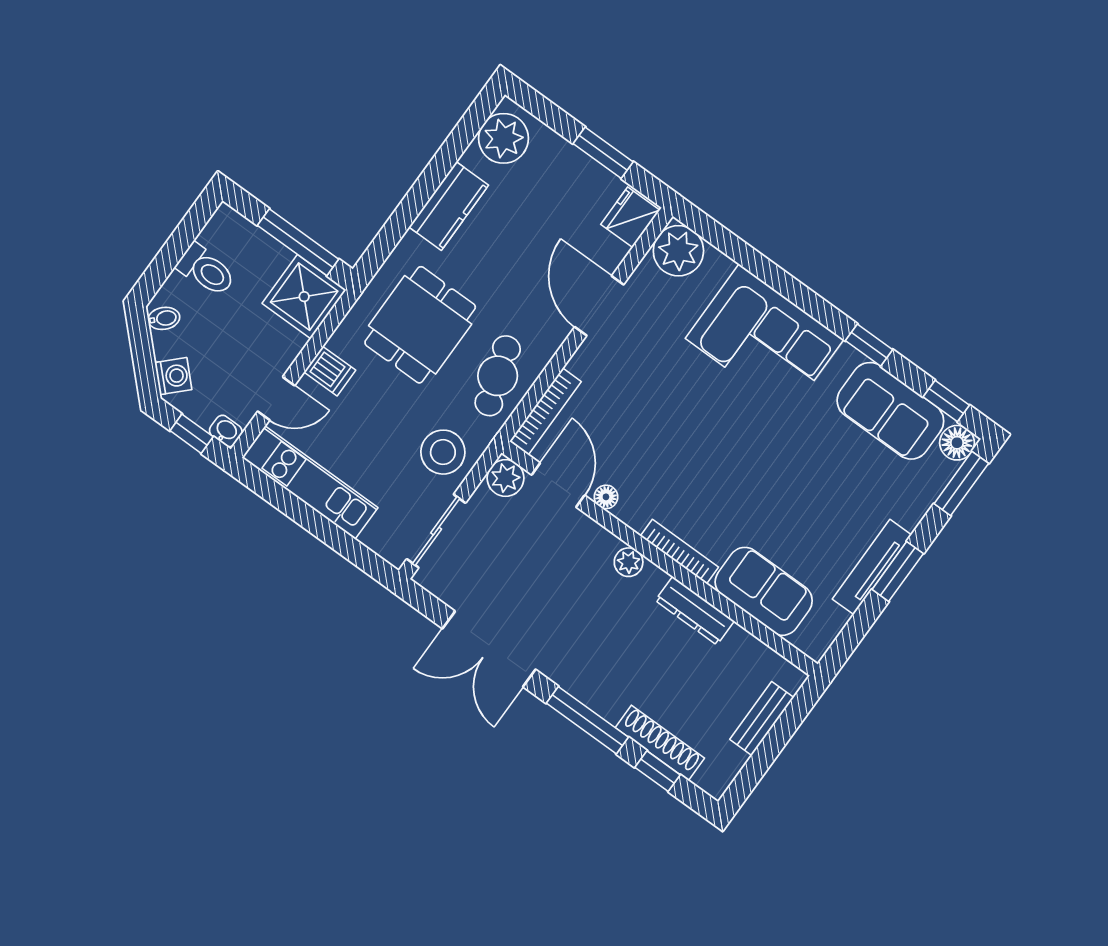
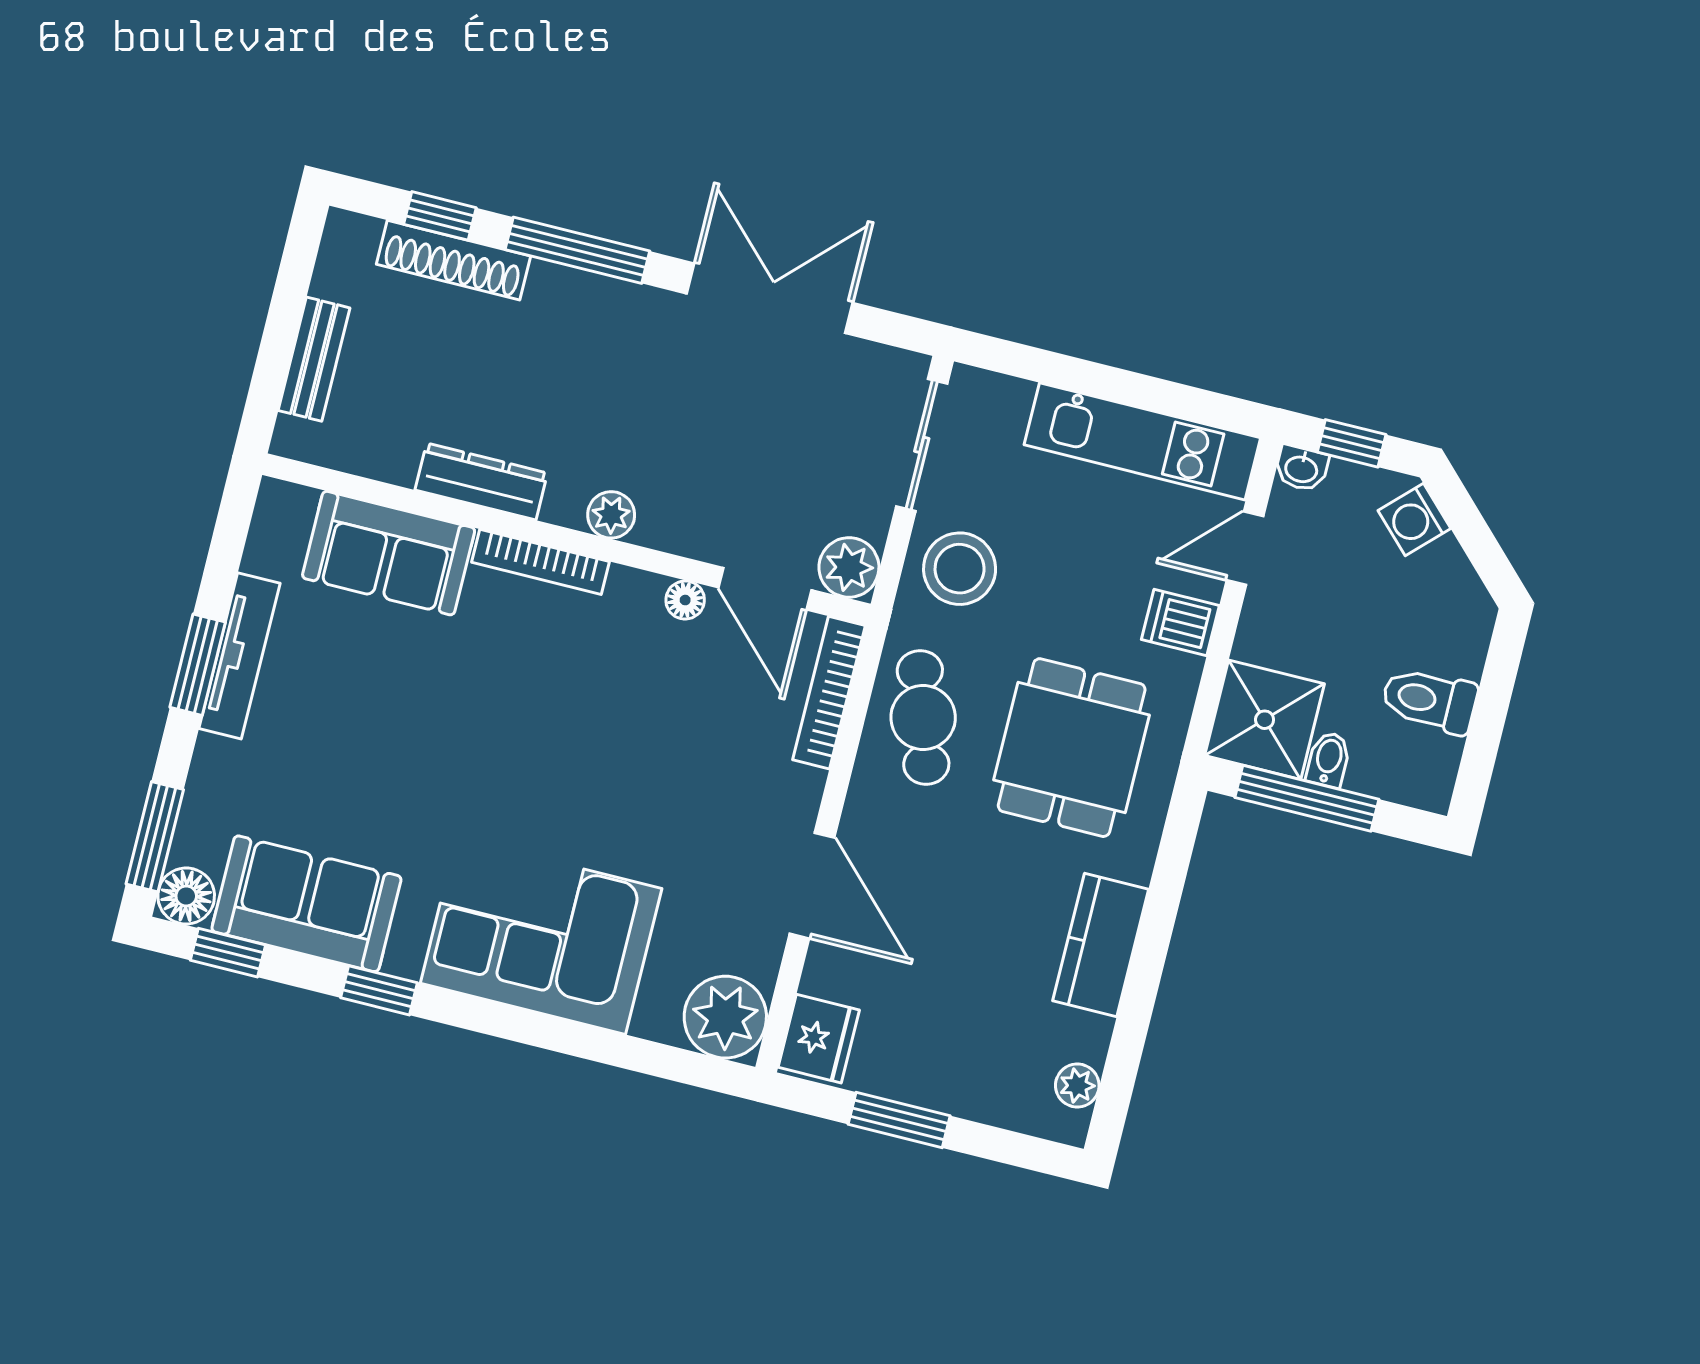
plant: (503, 138) -> (1077, 1086), width x0.53, depth x0.53
bidet: (164, 318) -> (1328, 760), moved, turned 135

